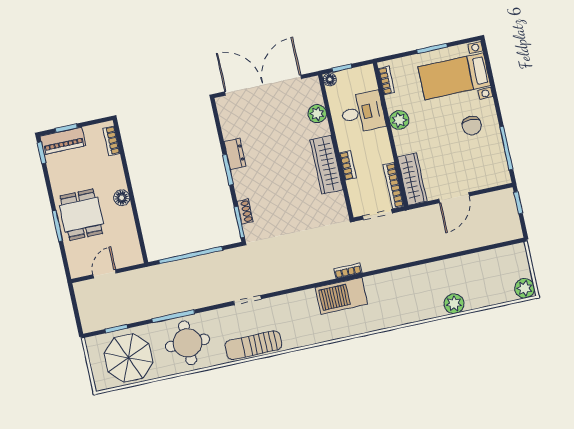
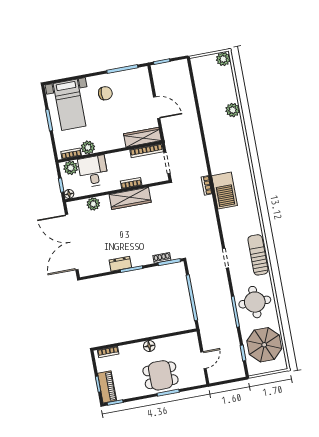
plant: (366, 81) -> (71, 168), added
plant: (399, 120) -> (88, 147), moved
door: (104, 274) -> (203, 360), swing flipped
sun lounger: (253, 345) -> (258, 255), turned 180

